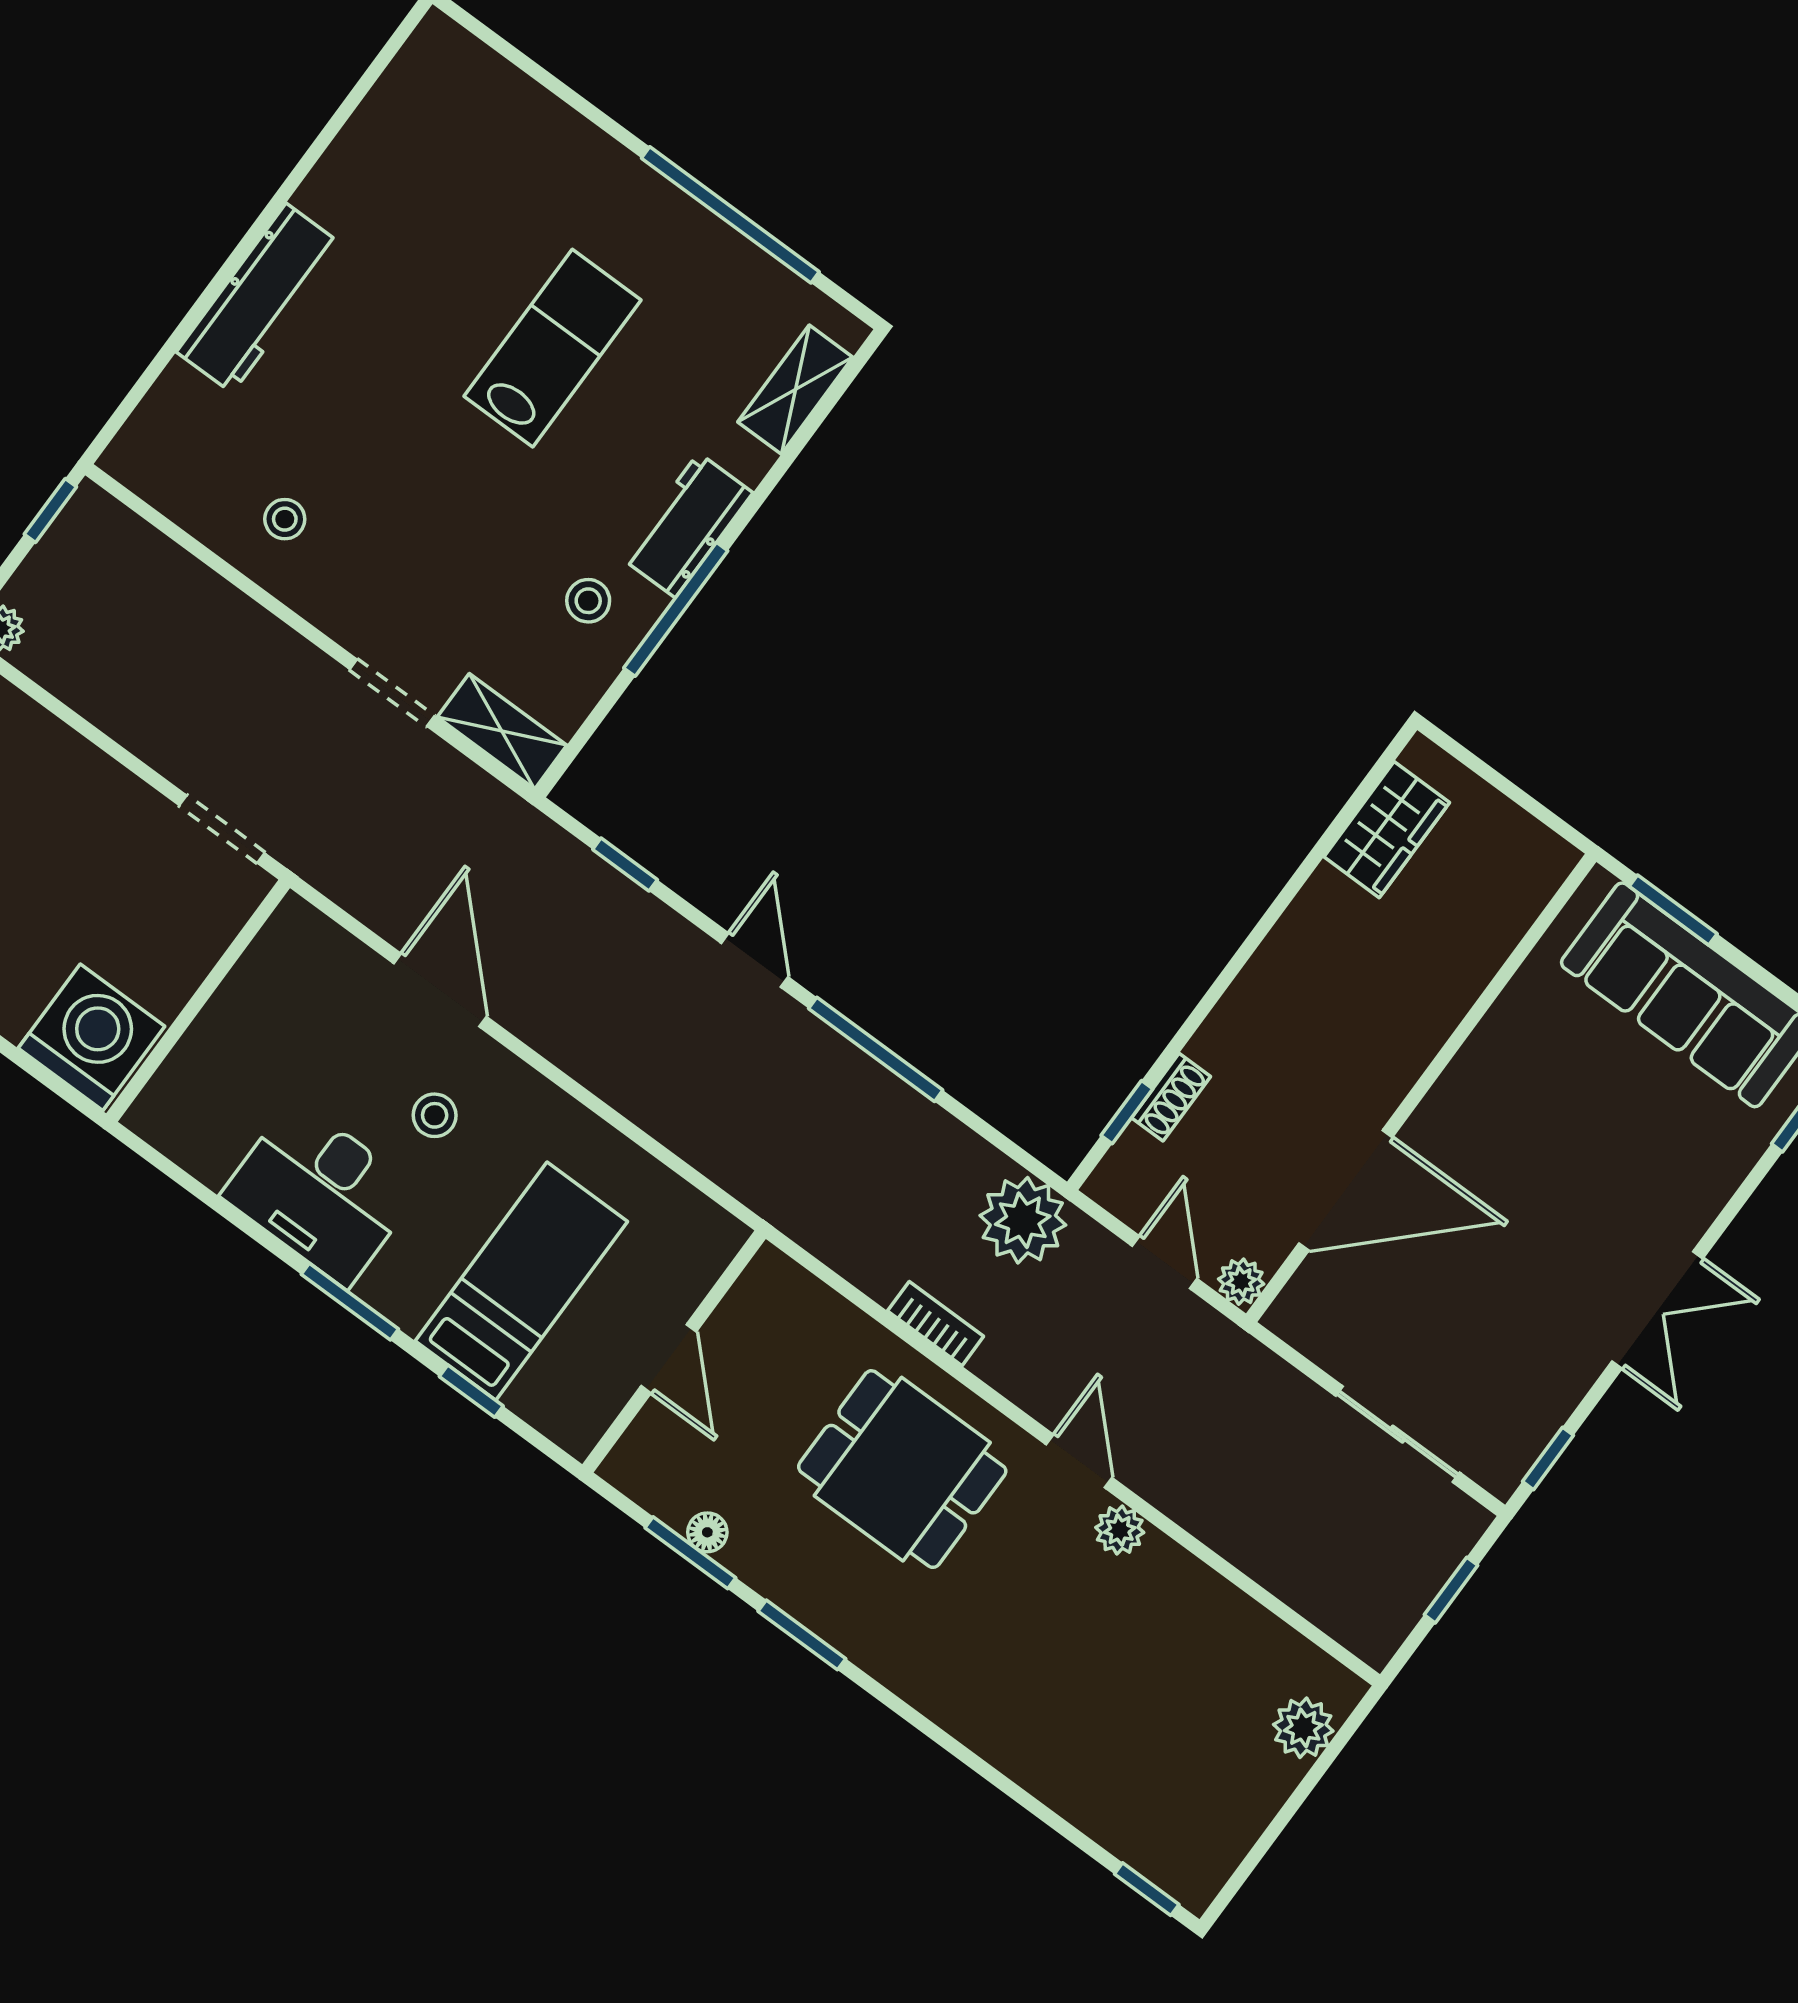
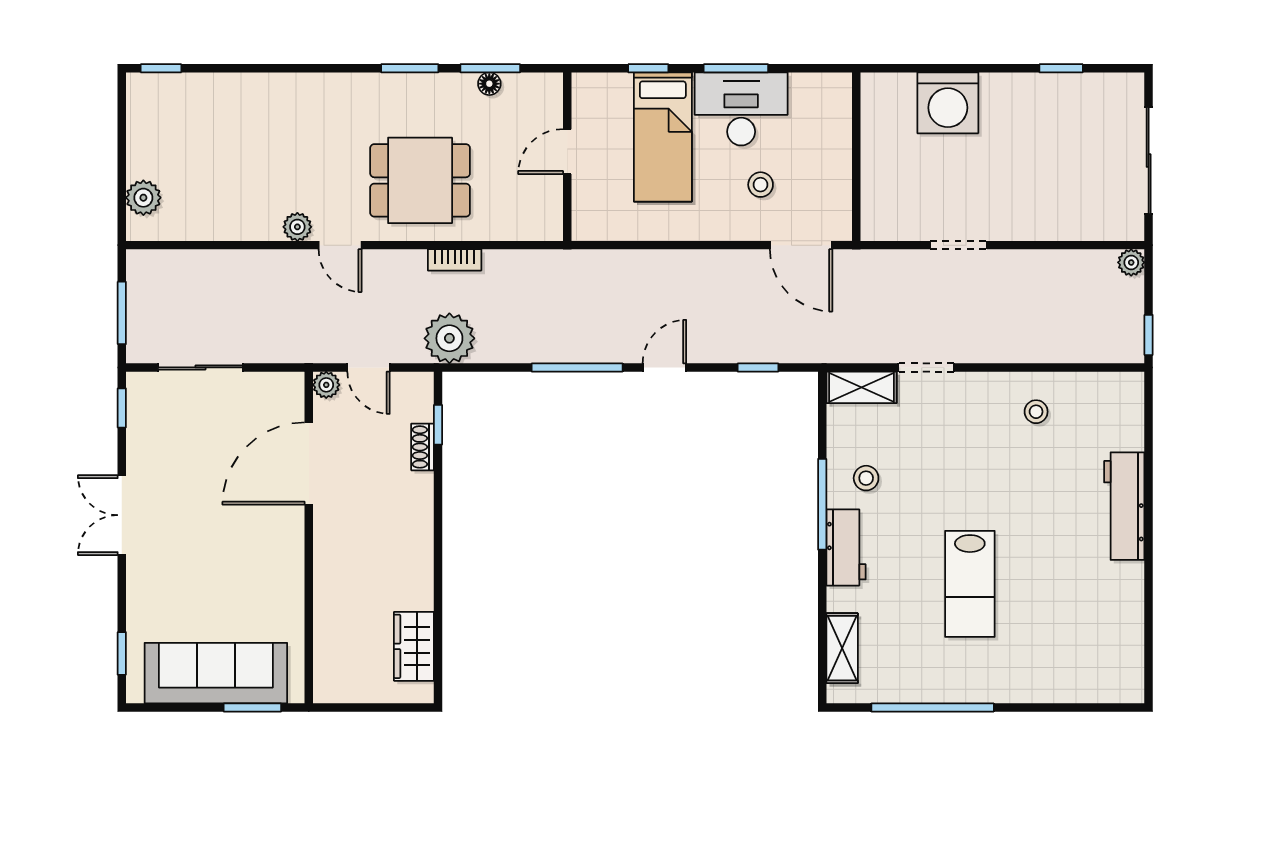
door: (755, 960) -> (664, 367), swing flipped
wall: (198, 1001) -> (856, 157), moved
desk: (320, 1193) -> (741, 109), moved
door: (669, 1359) -> (567, 152), hinge flipped
window: (1451, 1590) -> (122, 313), width x1.50

